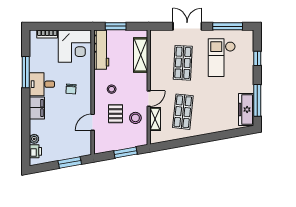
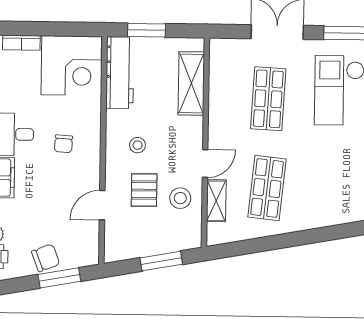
chair: (62, 152) -> (46, 258), added

